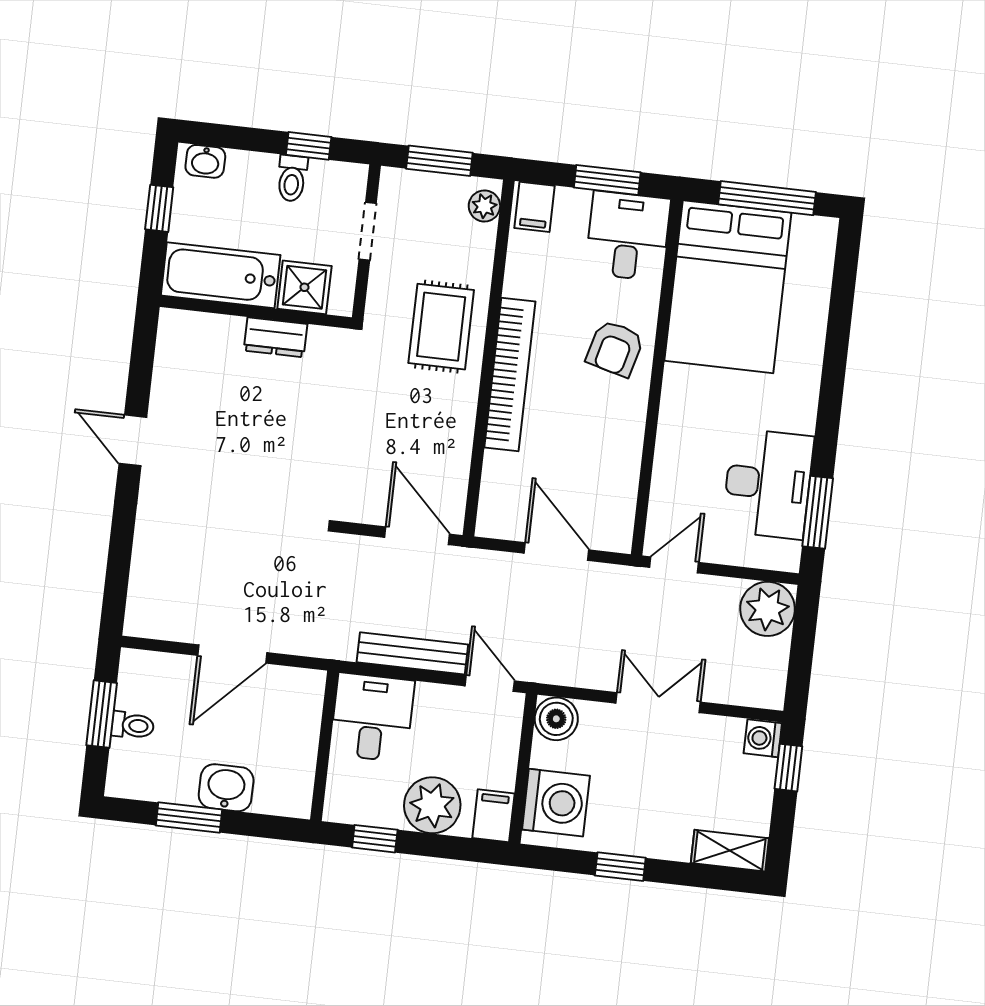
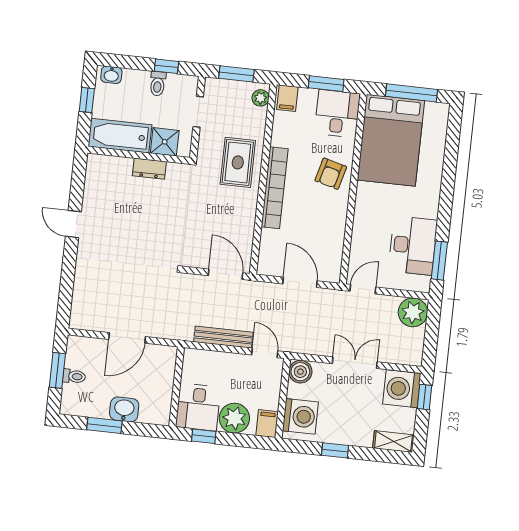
desk: (372, 717) -> (198, 407), moved, turned 180
washing machine: (763, 738) -> (402, 389), width x1.89, depth x1.89

